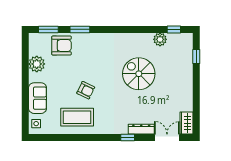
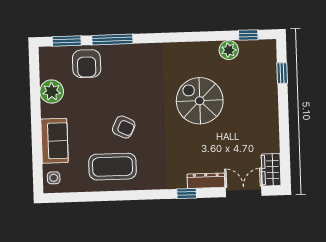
window: (80, 29) -> (112, 39), width x1.44
armchair: (62, 46) -> (87, 64), turned 90

